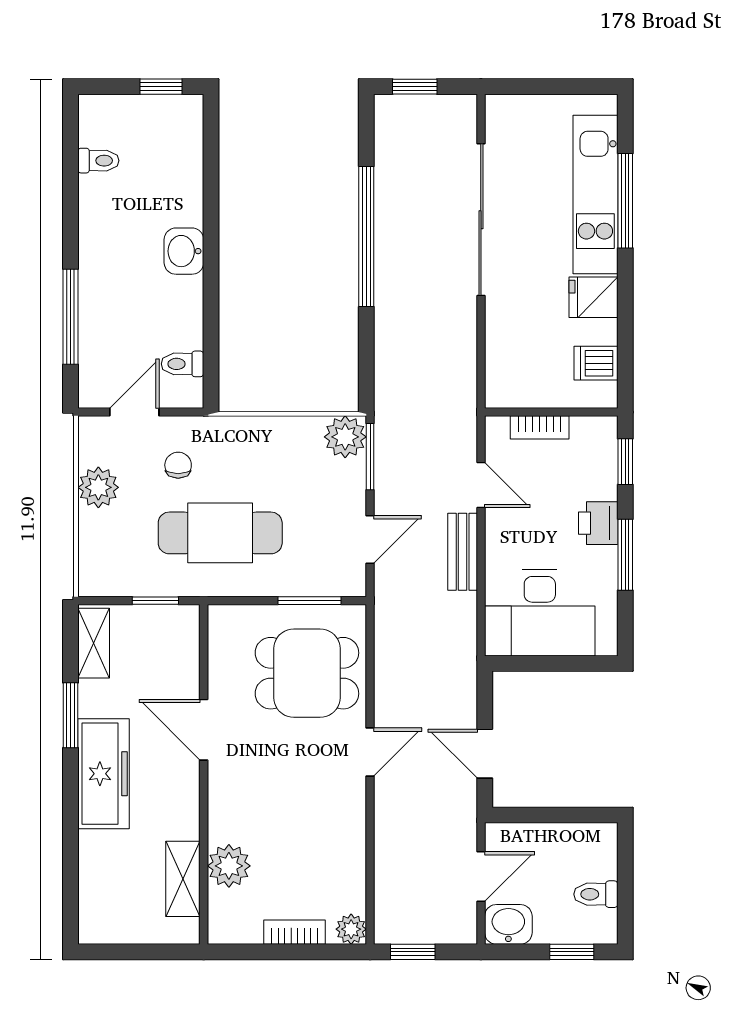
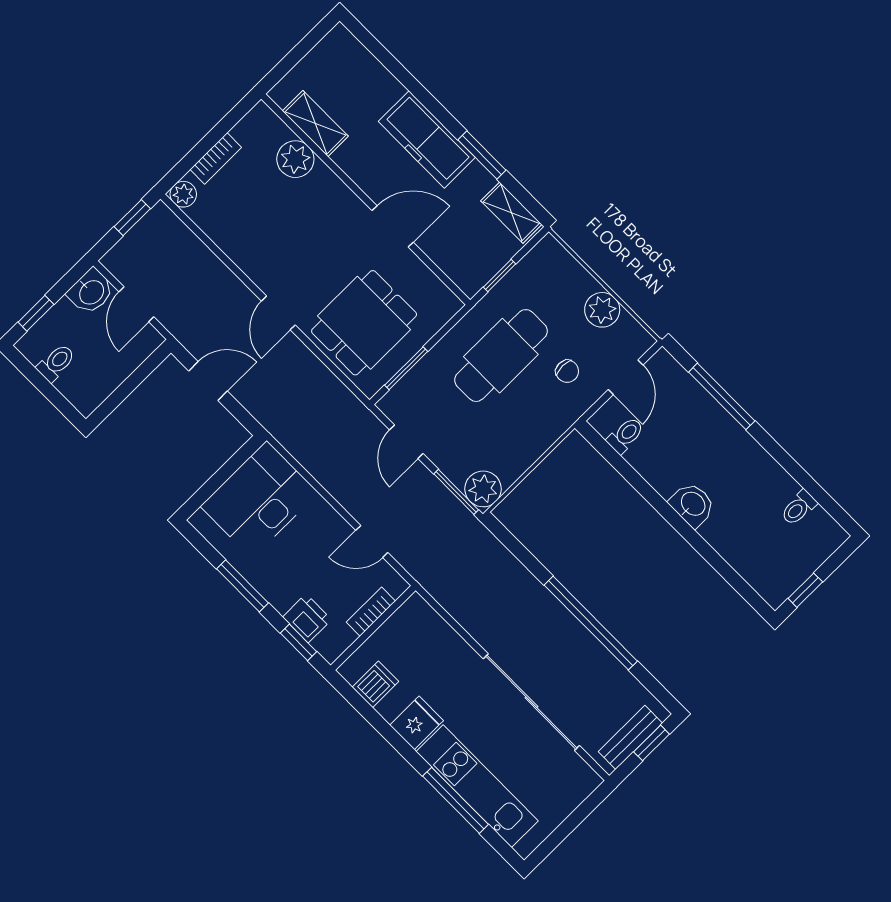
printer: (598, 523) -> (307, 618), moved
bench: (463, 552) -> (630, 737), moved, turned 90

